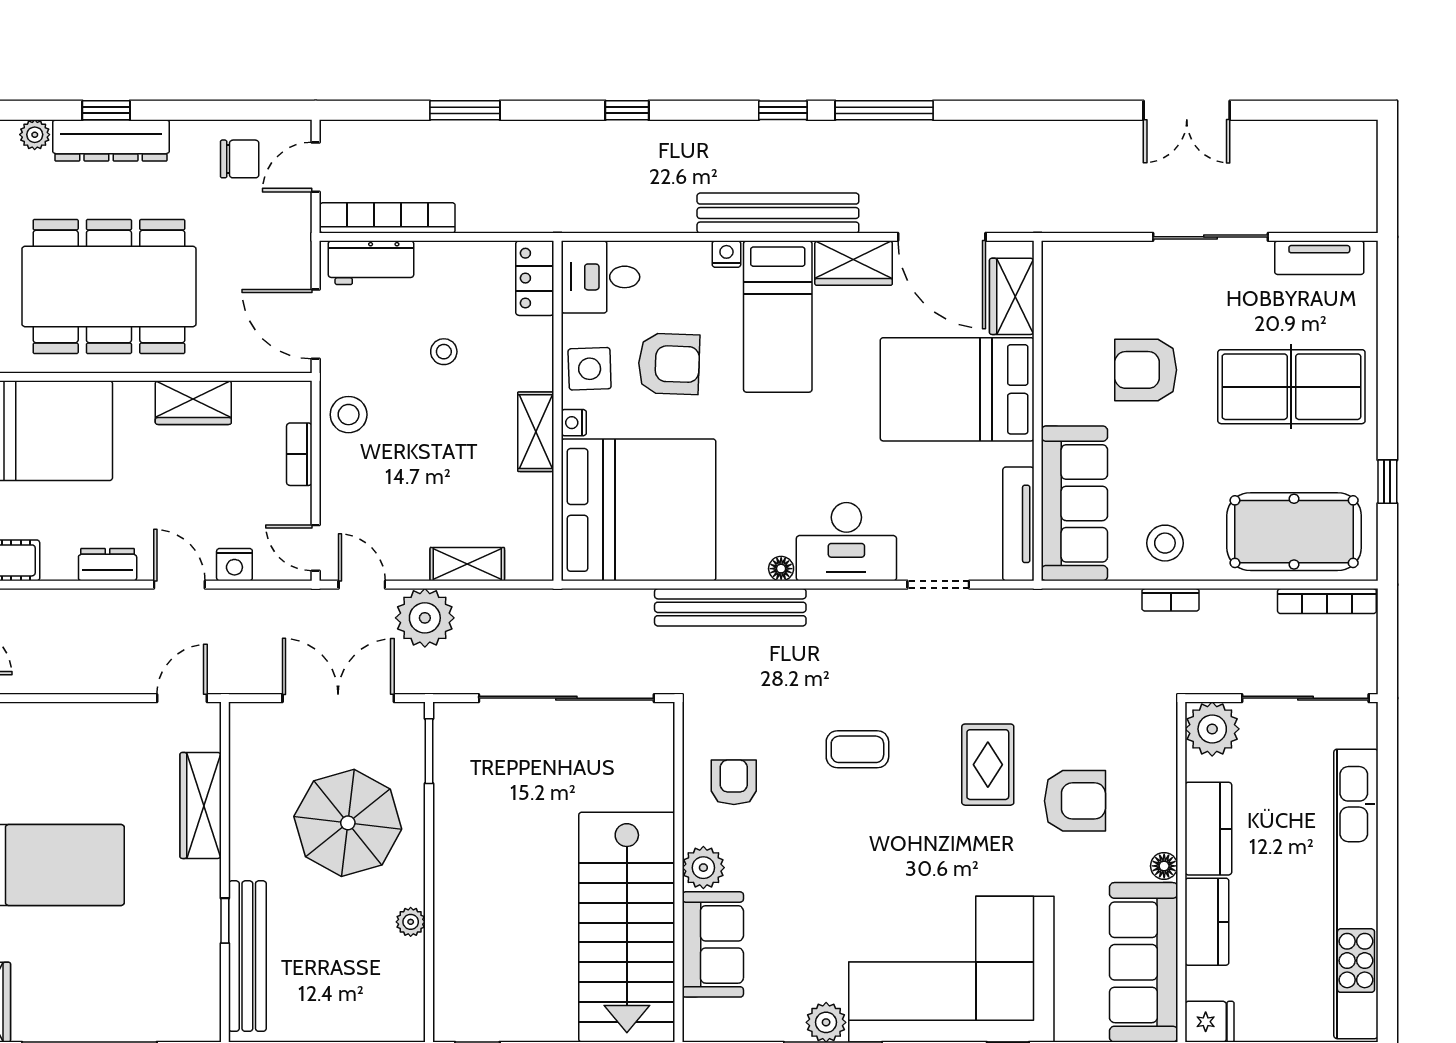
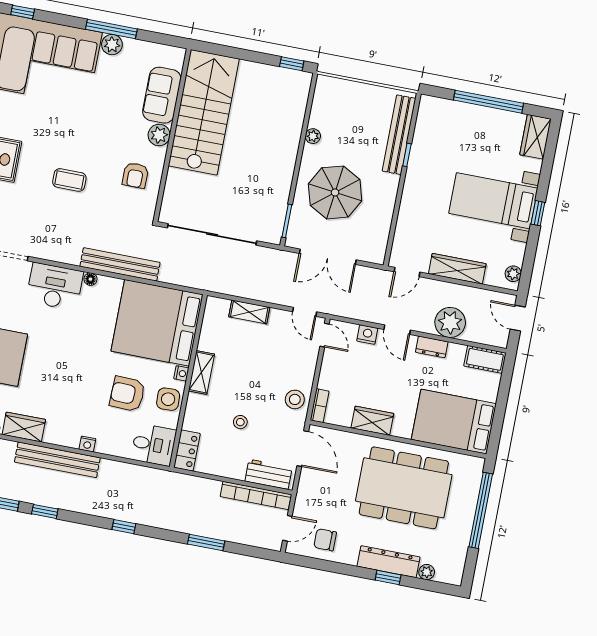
bed: (778, 317) -> (68, 407), removed
bookcase: (299, 454) -> (320, 406), moved
plant: (425, 618) -> (450, 322), moved
wardrobe: (201, 805) -> (457, 269), moved, turned -90

